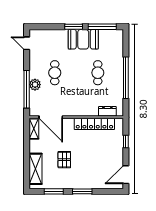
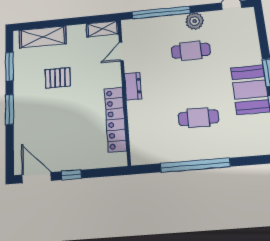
plant: (35, 85) -> (195, 21), moved
dresser: (107, 111) -> (133, 86), moved
door: (51, 117) -> (121, 51), width x0.53
window: (126, 141) -> (71, 175), moved

